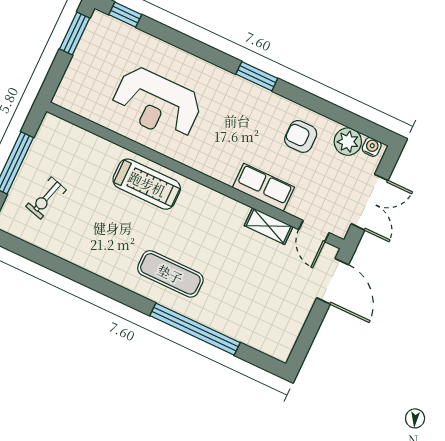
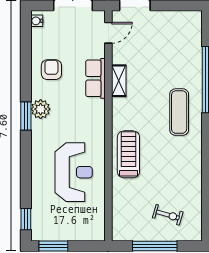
armchair: (301, 136) -> (51, 70), turned 180
plant: (348, 142) -> (41, 109), moved
shelving: (269, 226) -> (119, 81), moved

